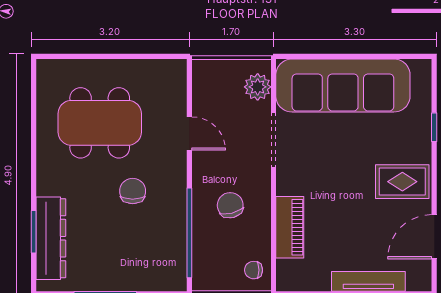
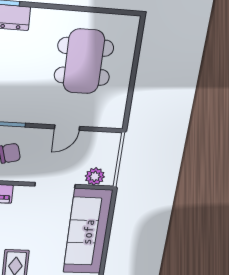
chair: (133, 191) -> (28, 83), removed

